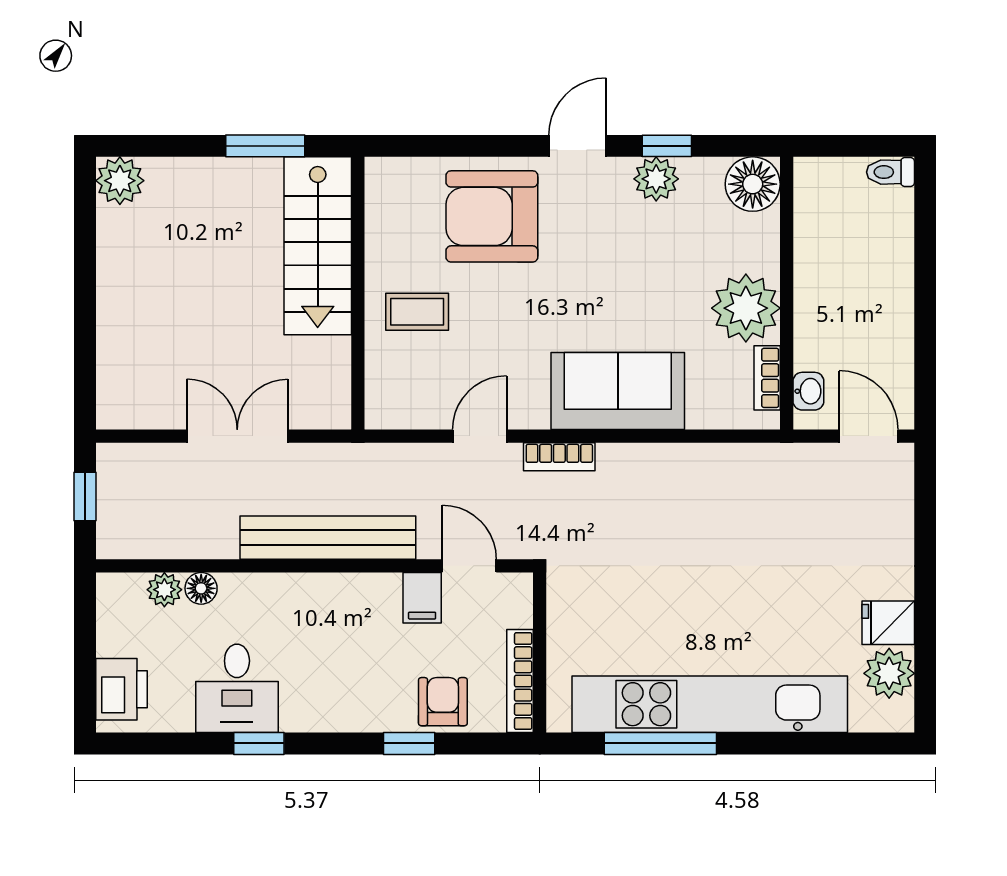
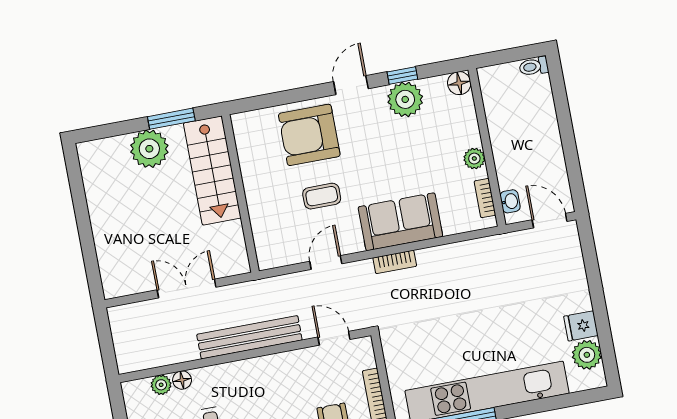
plant: (656, 179) -> (405, 99), width x1.36, depth x1.36
plant: (120, 181) -> (149, 149), moved, width x1.36, depth x1.36
floor lamp: (753, 184) -> (459, 83), width x0.73, depth x0.73
plant: (746, 308) -> (474, 159), width x0.53, depth x0.53
coffee table: (417, 312) -> (322, 196), moved
bookcase: (559, 457) -> (395, 262), moved
window: (85, 497) -> (105, 340), removed
filing cabinet: (422, 598) -> (310, 362), removed

